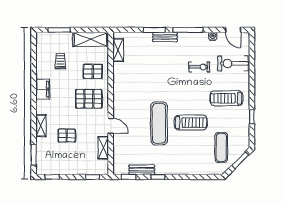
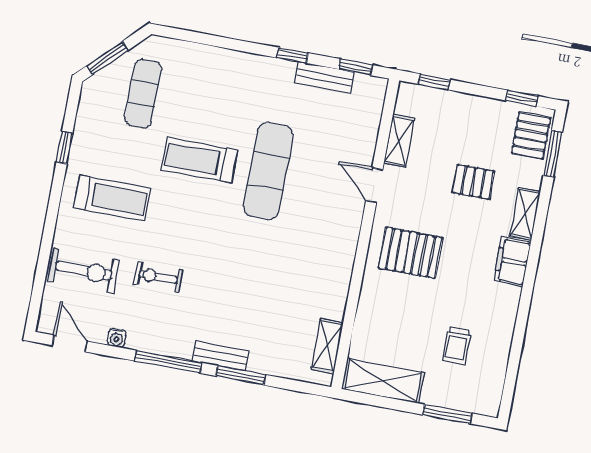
pallet: (93, 71) -> (531, 136), moved, turned 90
filing cabinet: (43, 89) -> (512, 261), moved

